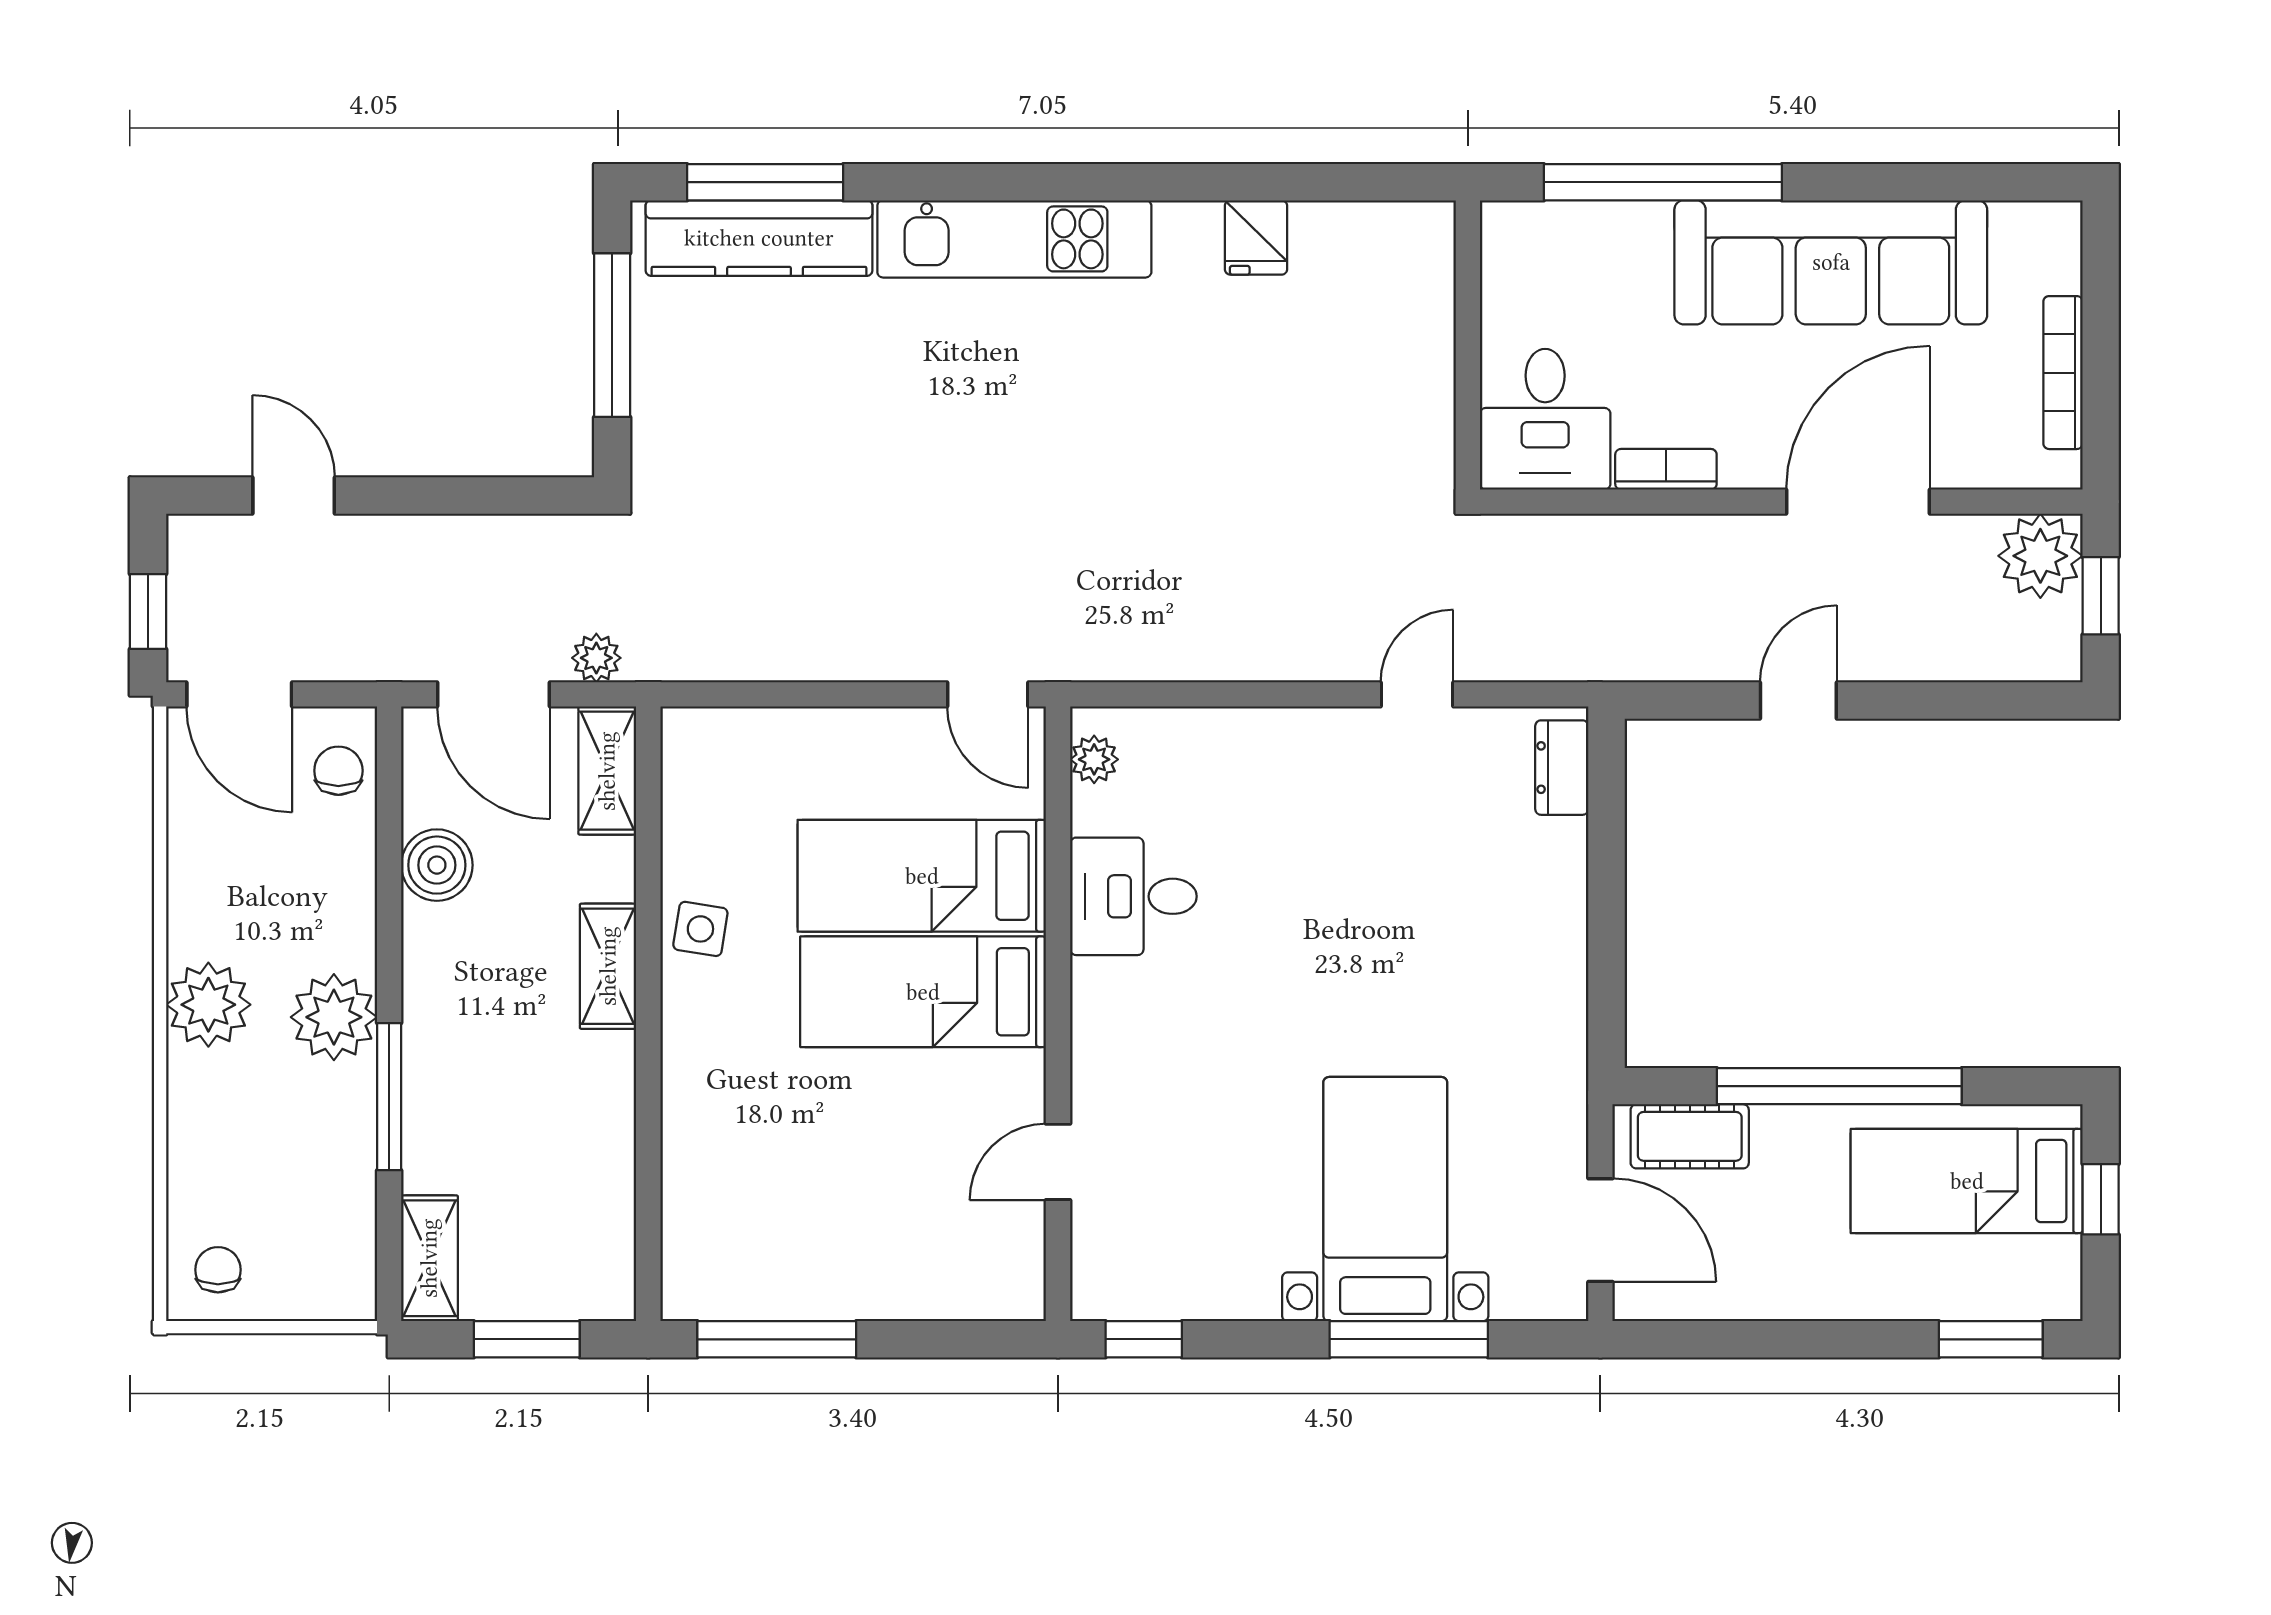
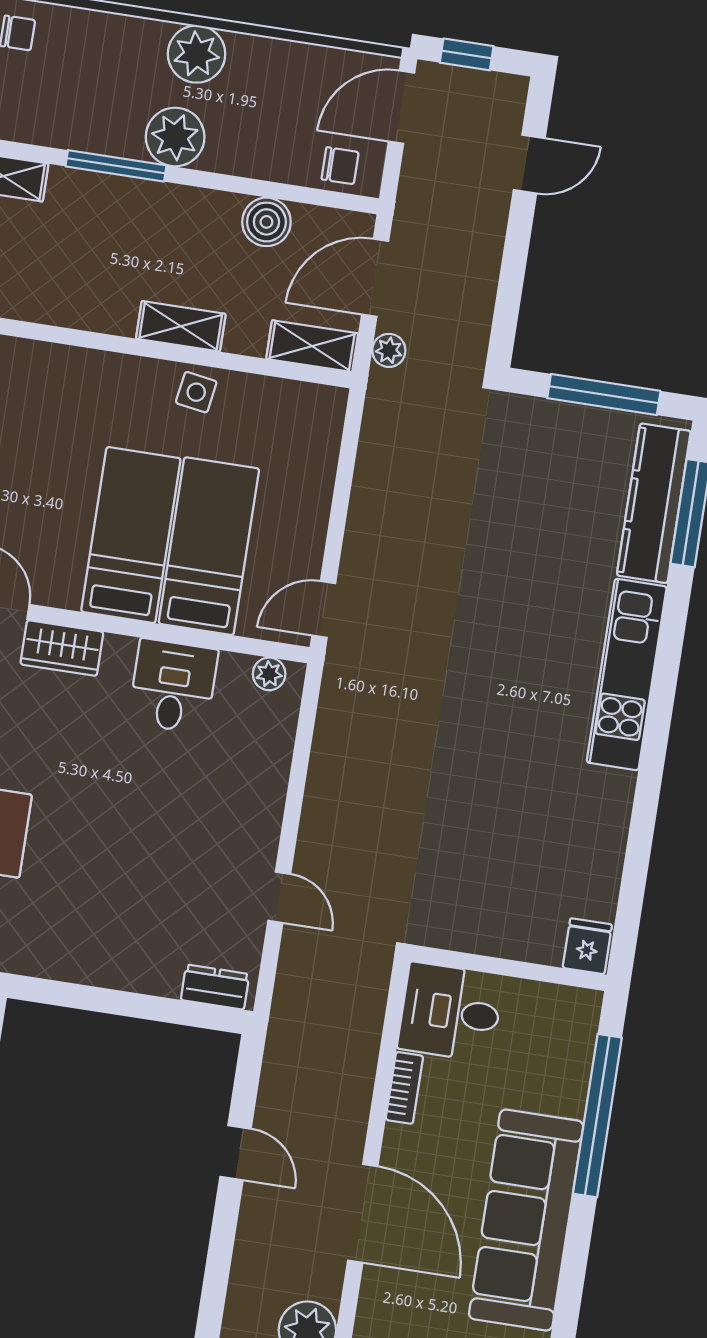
fridge: (1256, 237) -> (587, 946), moved, turned 90
wardrobe: (1103, 1067) -> (62, 648), added

